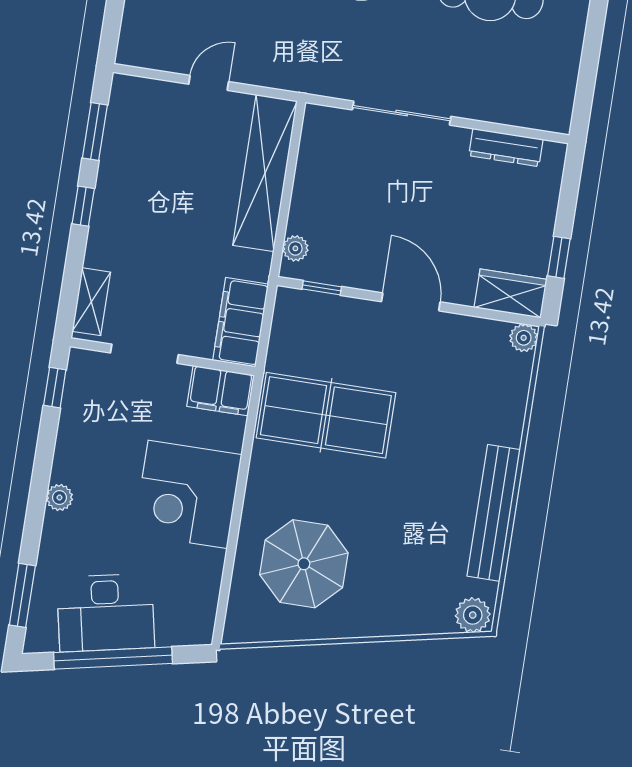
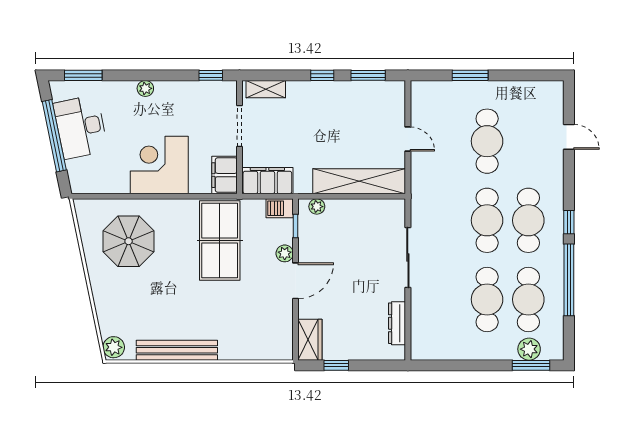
barbecue: (289, 309) -> (280, 208), added
plant: (524, 338) -> (285, 253), moved

